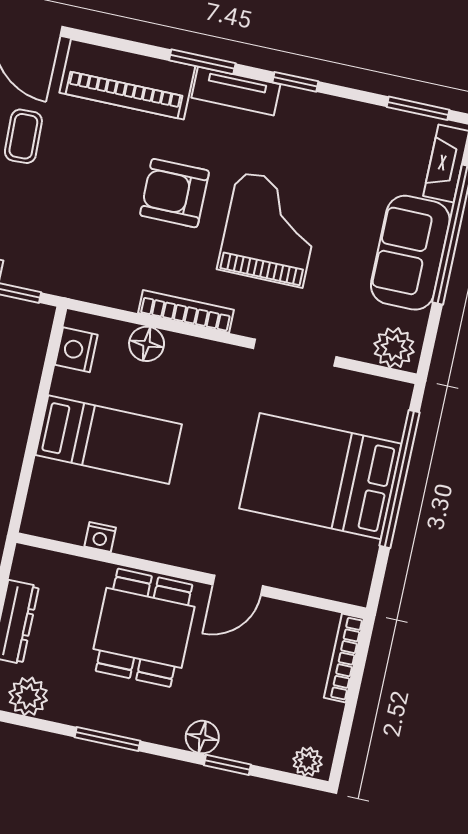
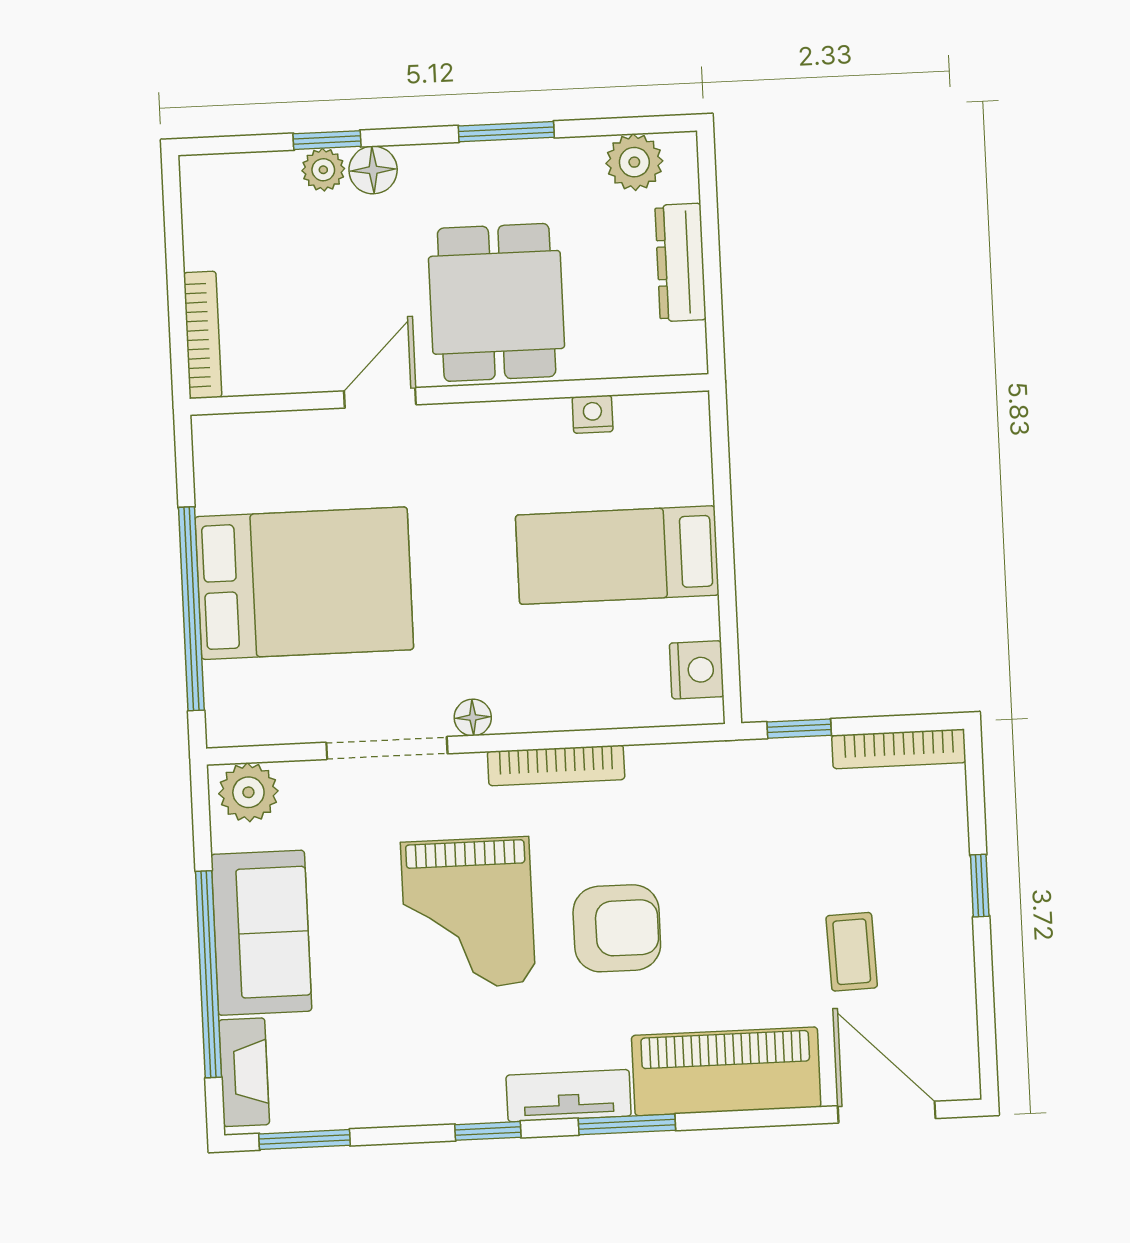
floor lamp: (147, 344) -> (473, 718), moved, width x0.73, depth x0.73
plant: (308, 762) -> (323, 170), moved

